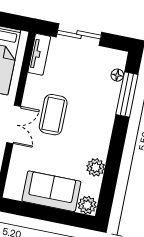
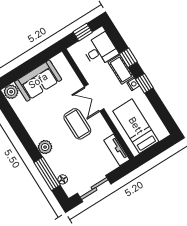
sliding door: (79, 35) -> (94, 189), moved
plant: (96, 167) -> (45, 147), moved

